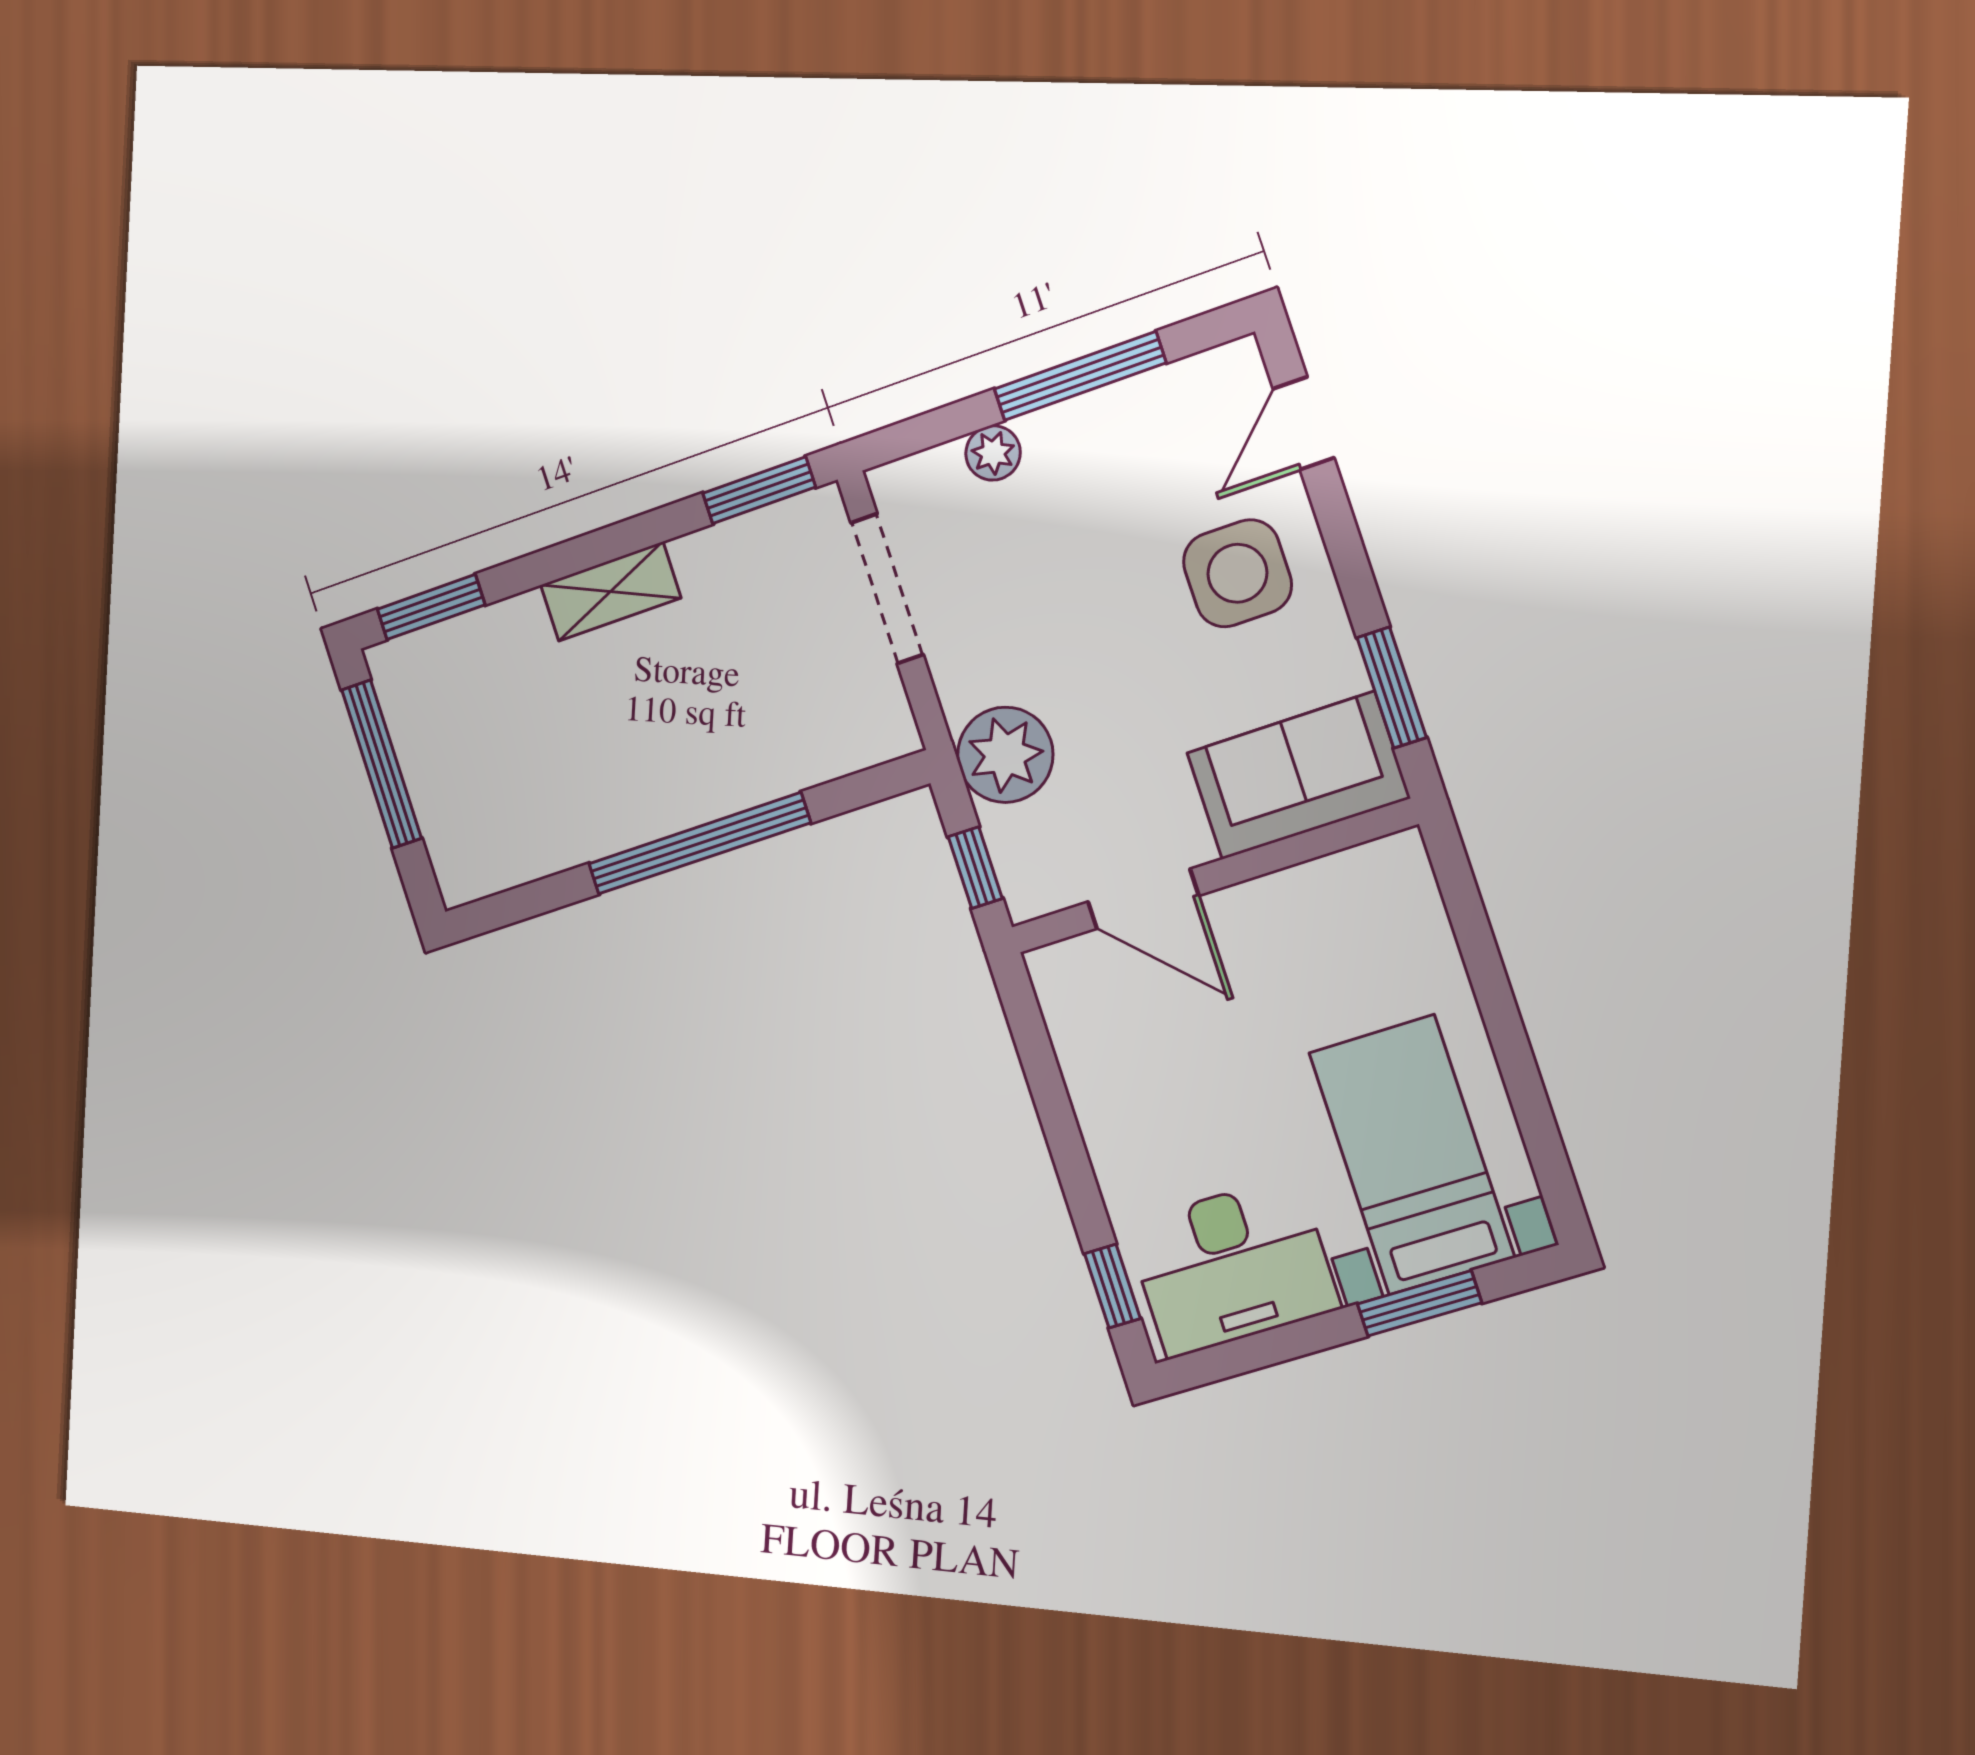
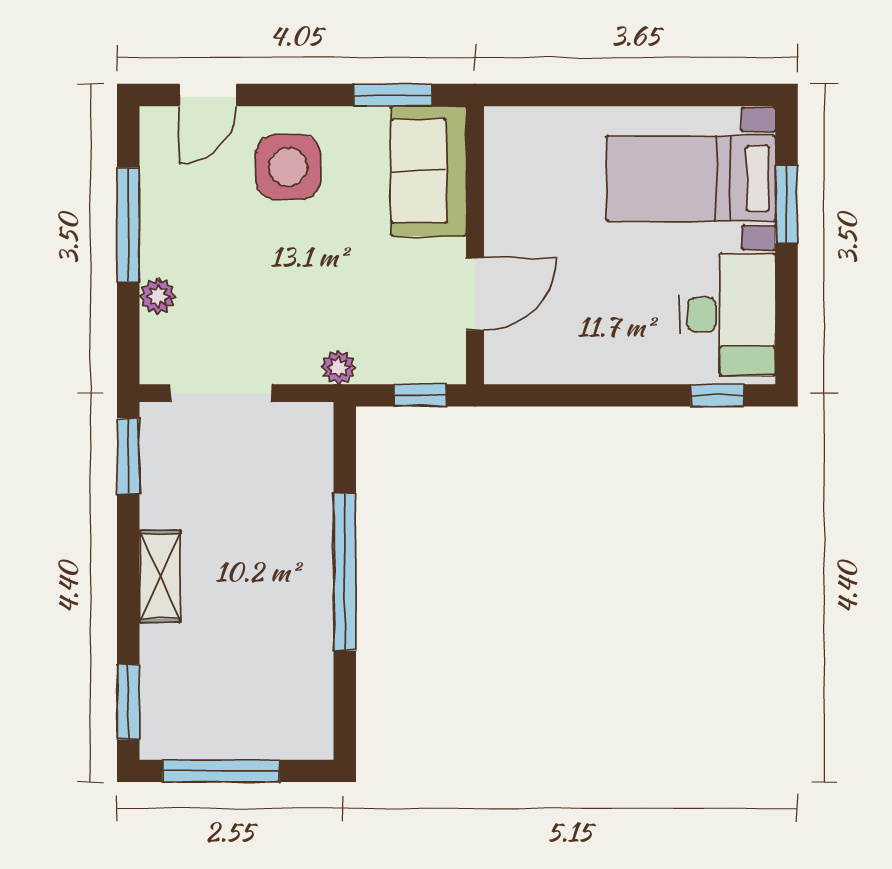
door: (1304, 423) -> (208, 95), hinge flipped
plant: (1005, 755) -> (339, 367), width x0.53, depth x0.53

